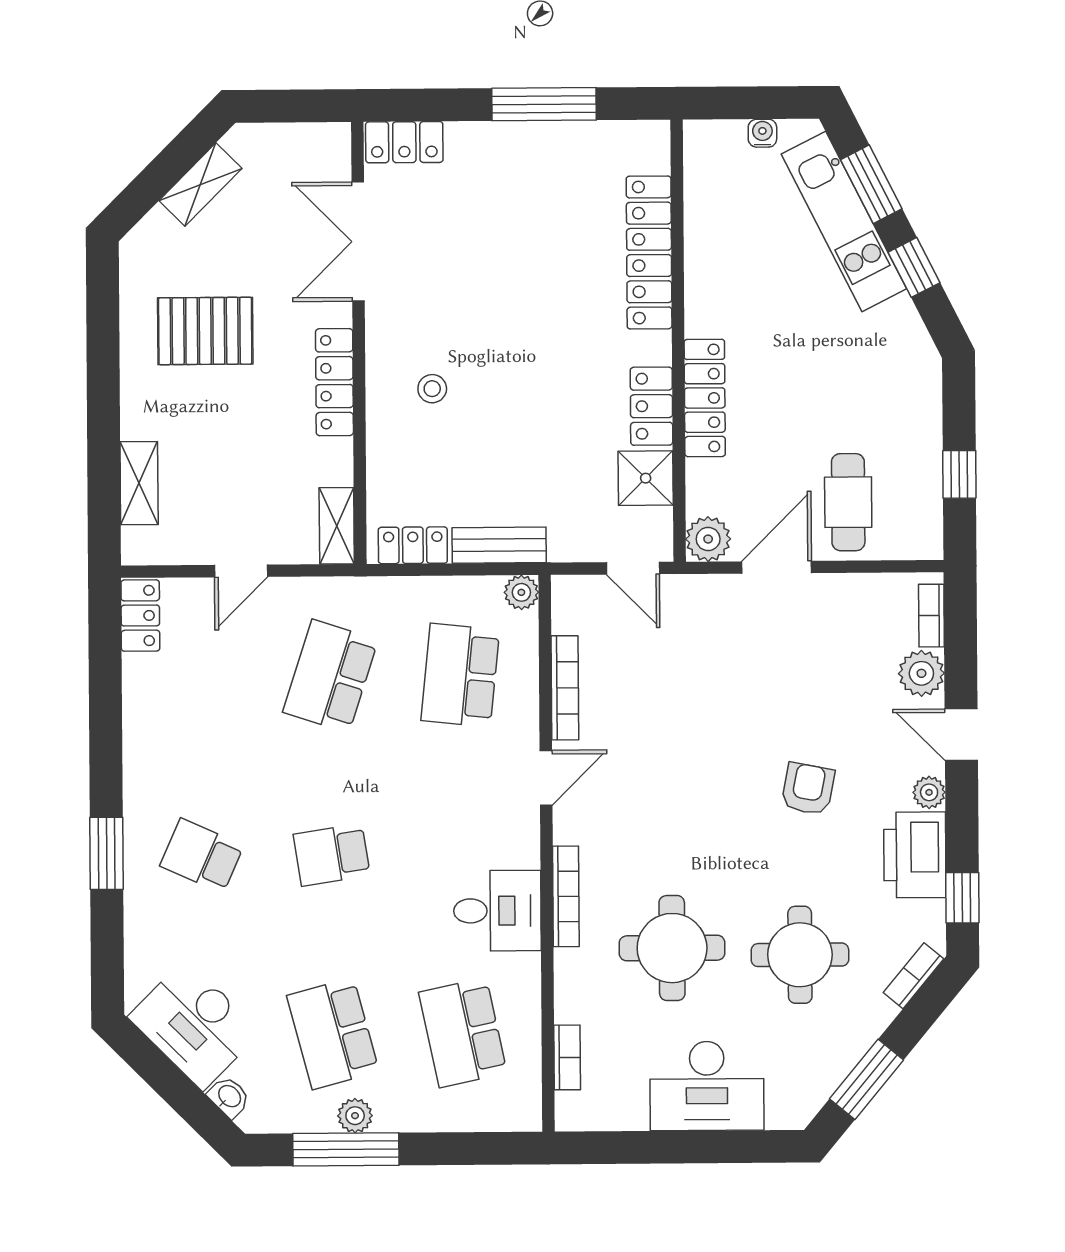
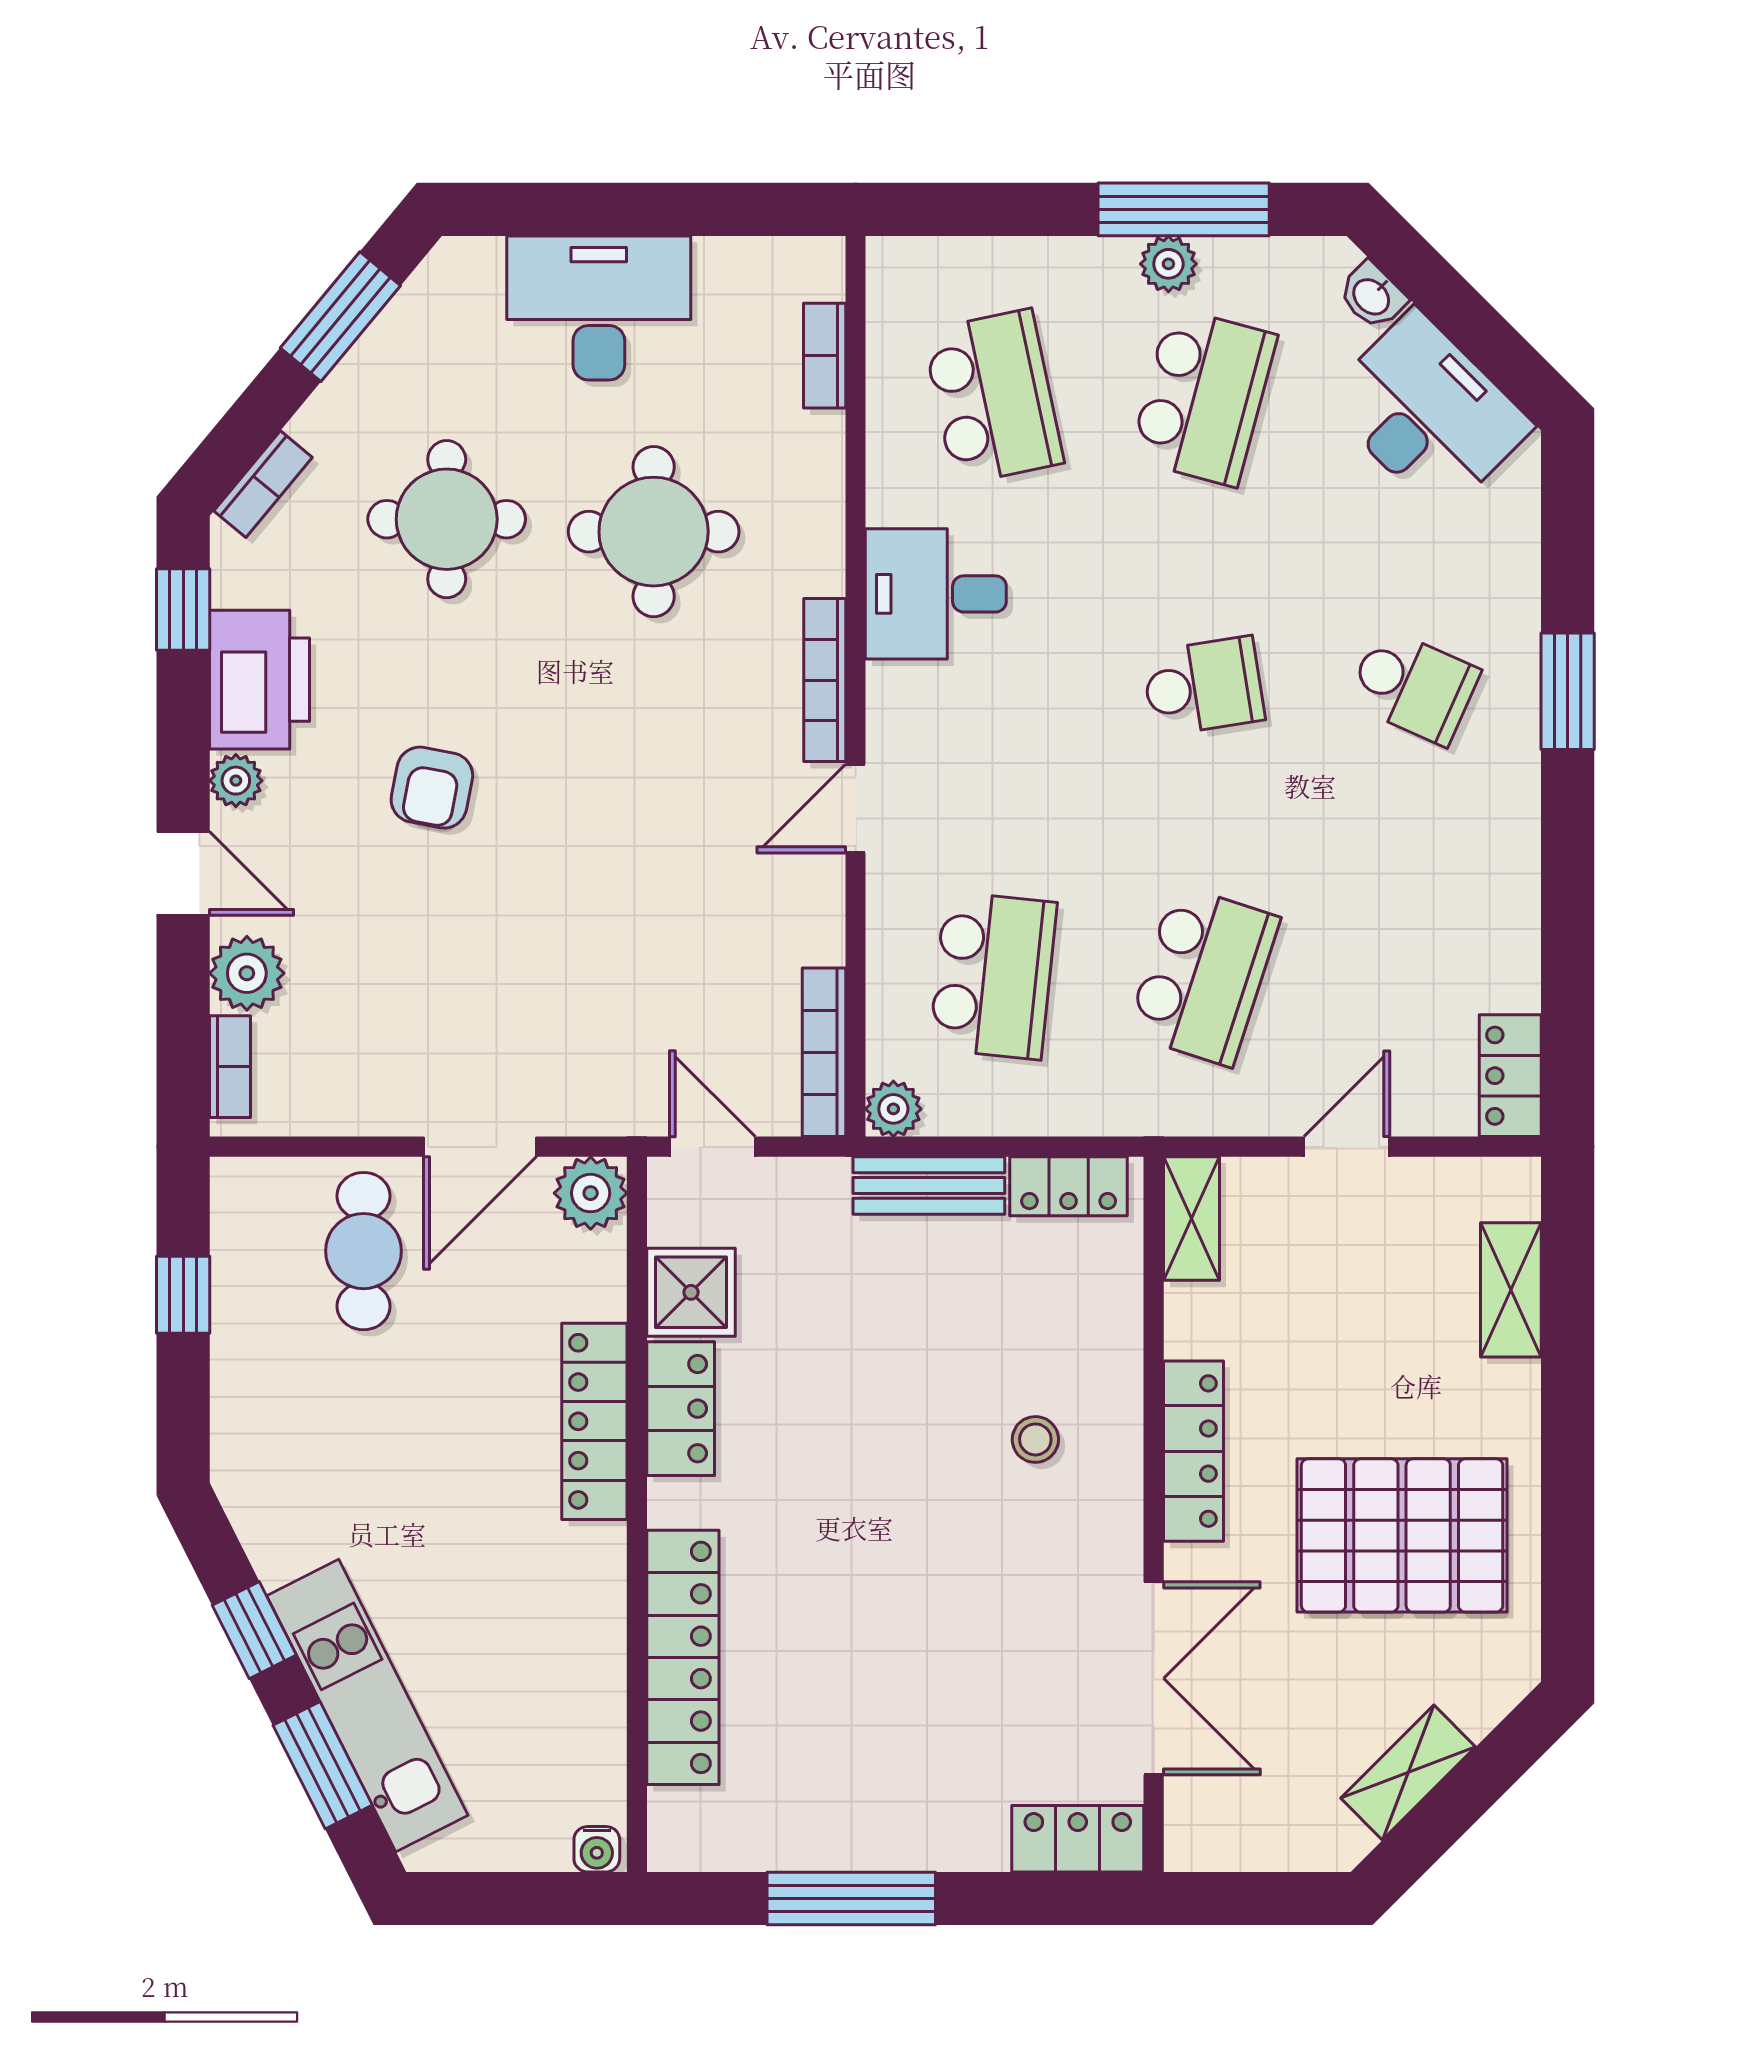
water cooler: (762, 133) -> (597, 1849), moved
pallet: (205, 331) -> (1402, 1535), width x1.37, depth x1.41
bookcase: (565, 688) -> (824, 1052), moved
bookcase: (566, 896) -> (825, 680), moved
school desk: (333, 1034) -> (1203, 397), turned 30

